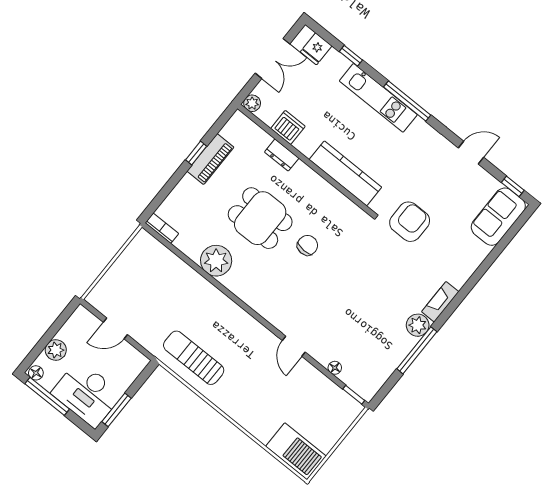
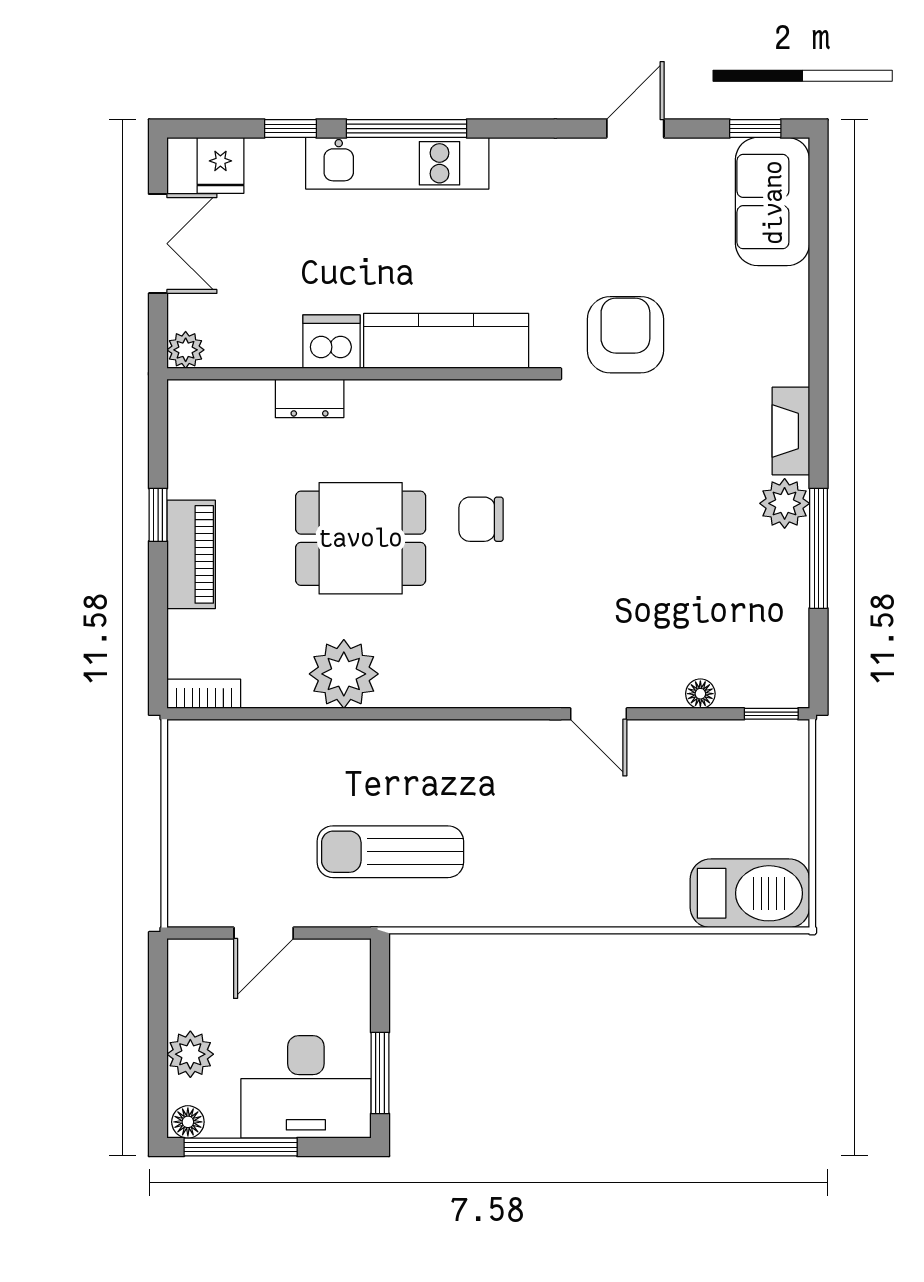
window: (407, 101) -> (407, 129), moved
dishwasher: (288, 127) -> (331, 342), moved
piano: (210, 159) -> (191, 554), moved
chair: (307, 245) -> (481, 519), turned -92
sun lounger: (194, 358) -> (390, 852), moved

